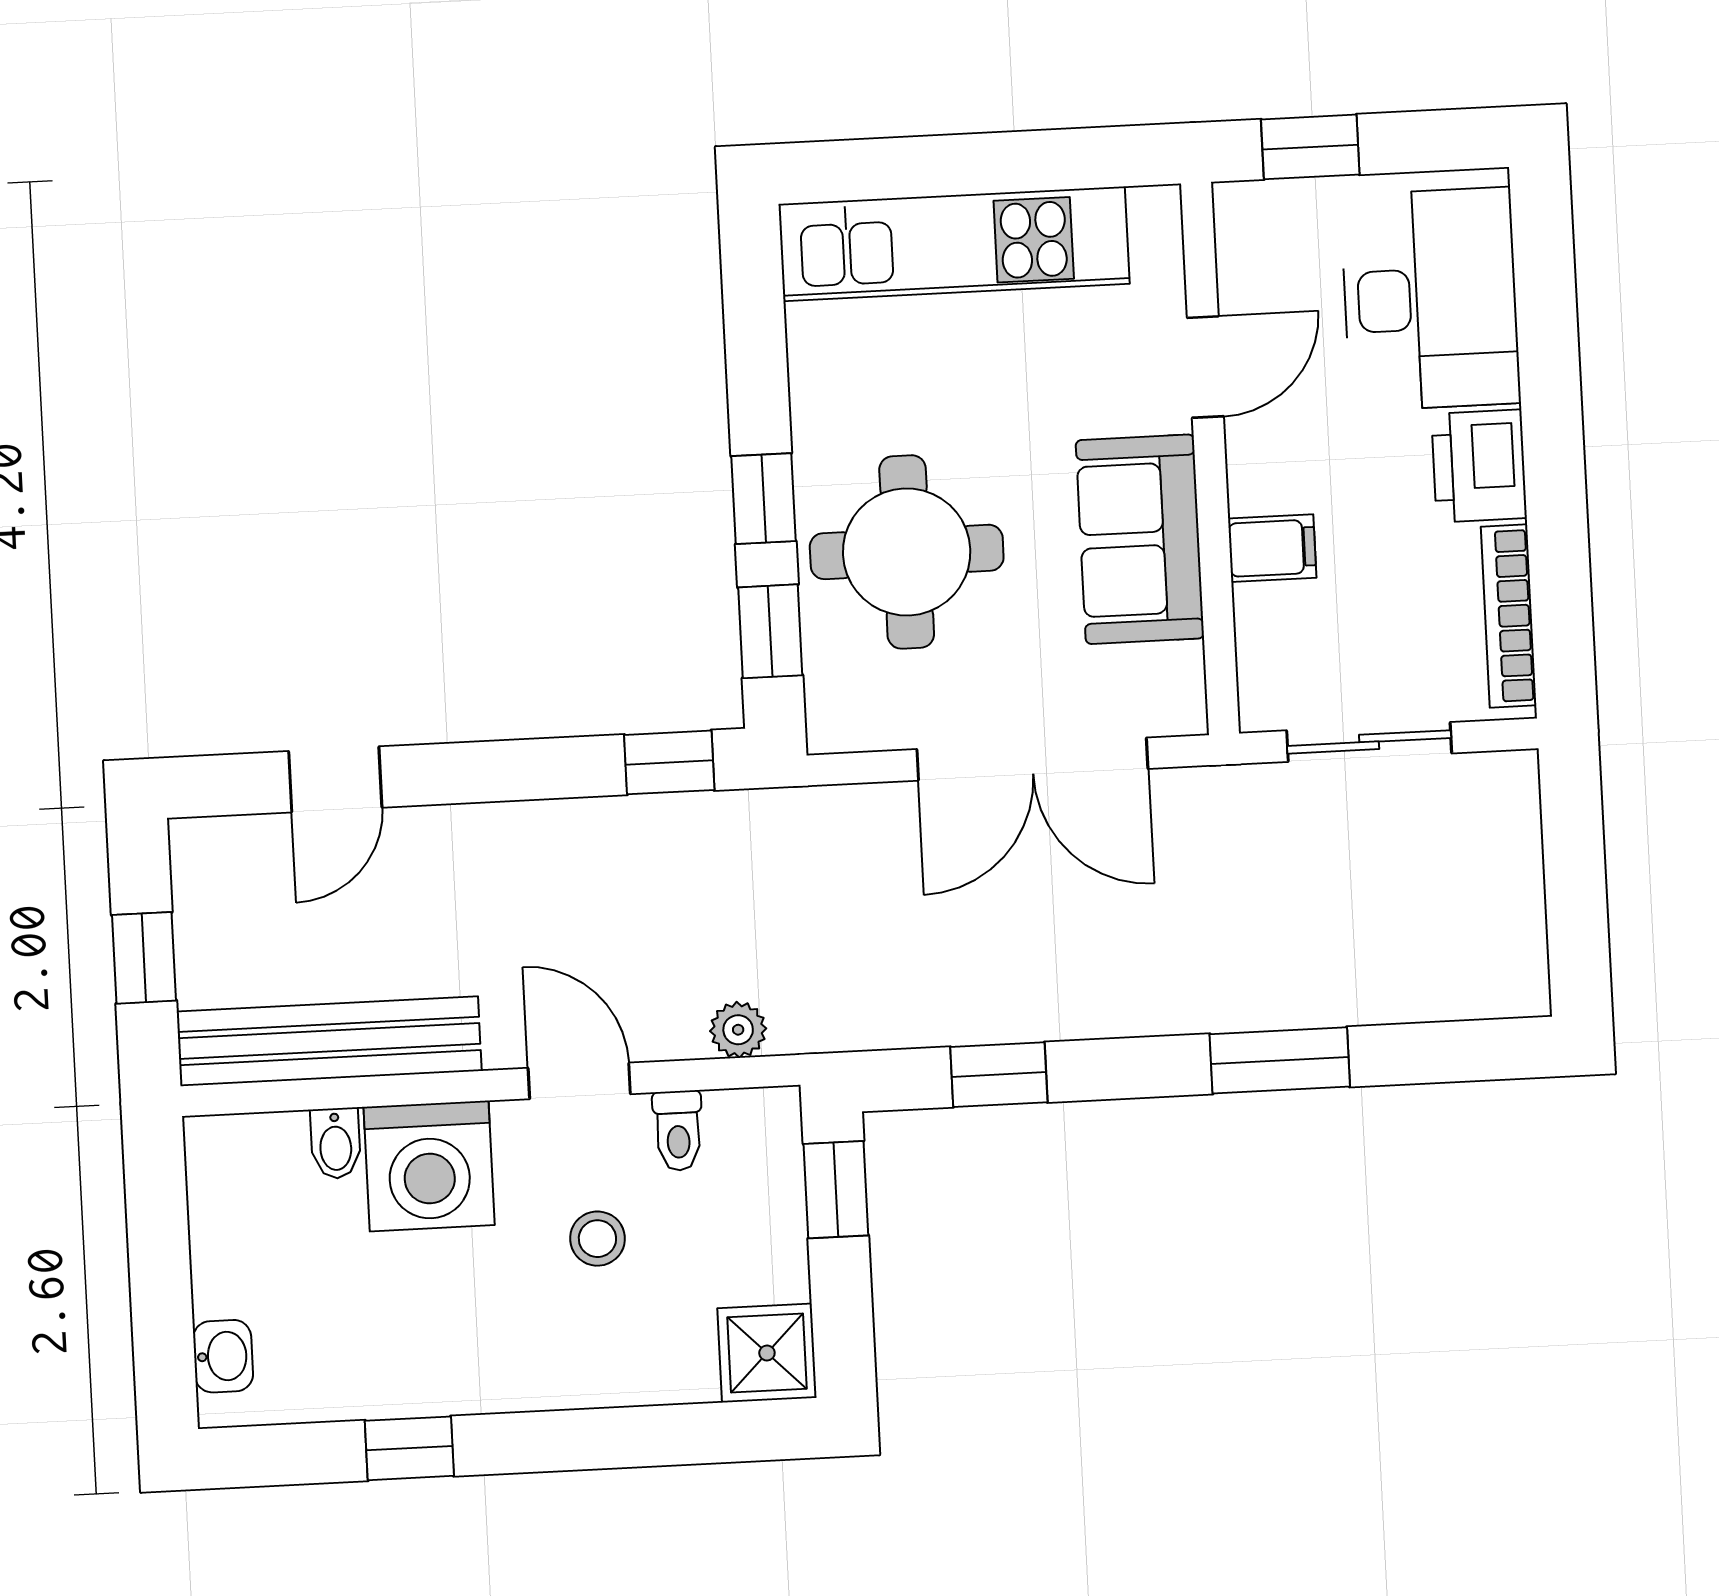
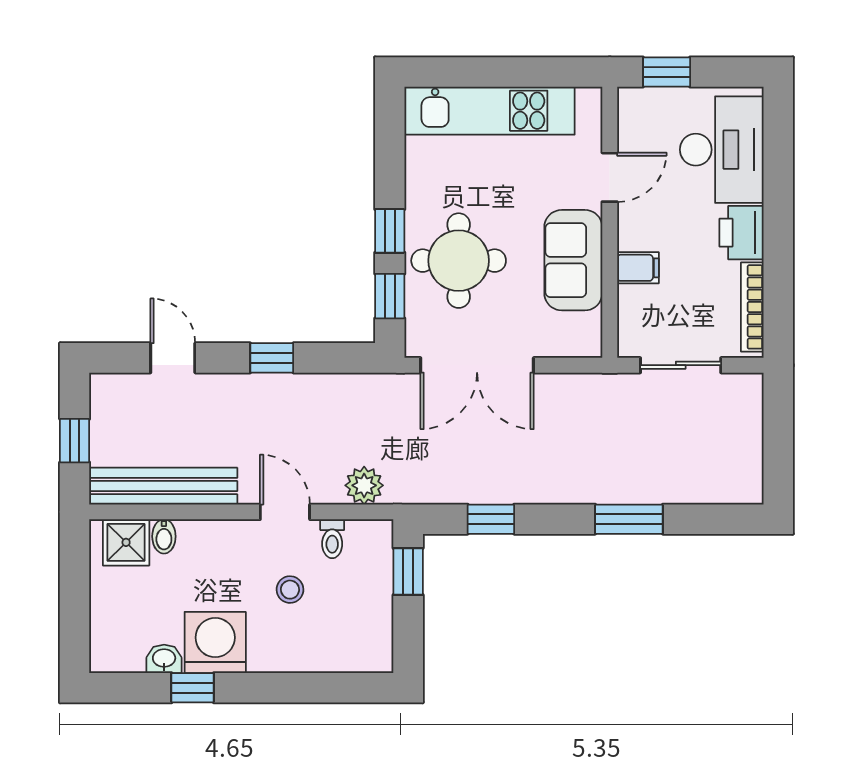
double door: (1032, 759) -> (477, 365), moved
window: (669, 762) -> (272, 358), moved
door: (335, 779) -> (173, 358), swing flipped
plant: (738, 1030) -> (364, 485), width x1.38, depth x1.38
washing machine: (429, 1166) -> (215, 642), moved, turned 180
shower: (767, 1353) -> (126, 542), moved
washbasin: (223, 1356) -> (164, 659), moved, turned -90

